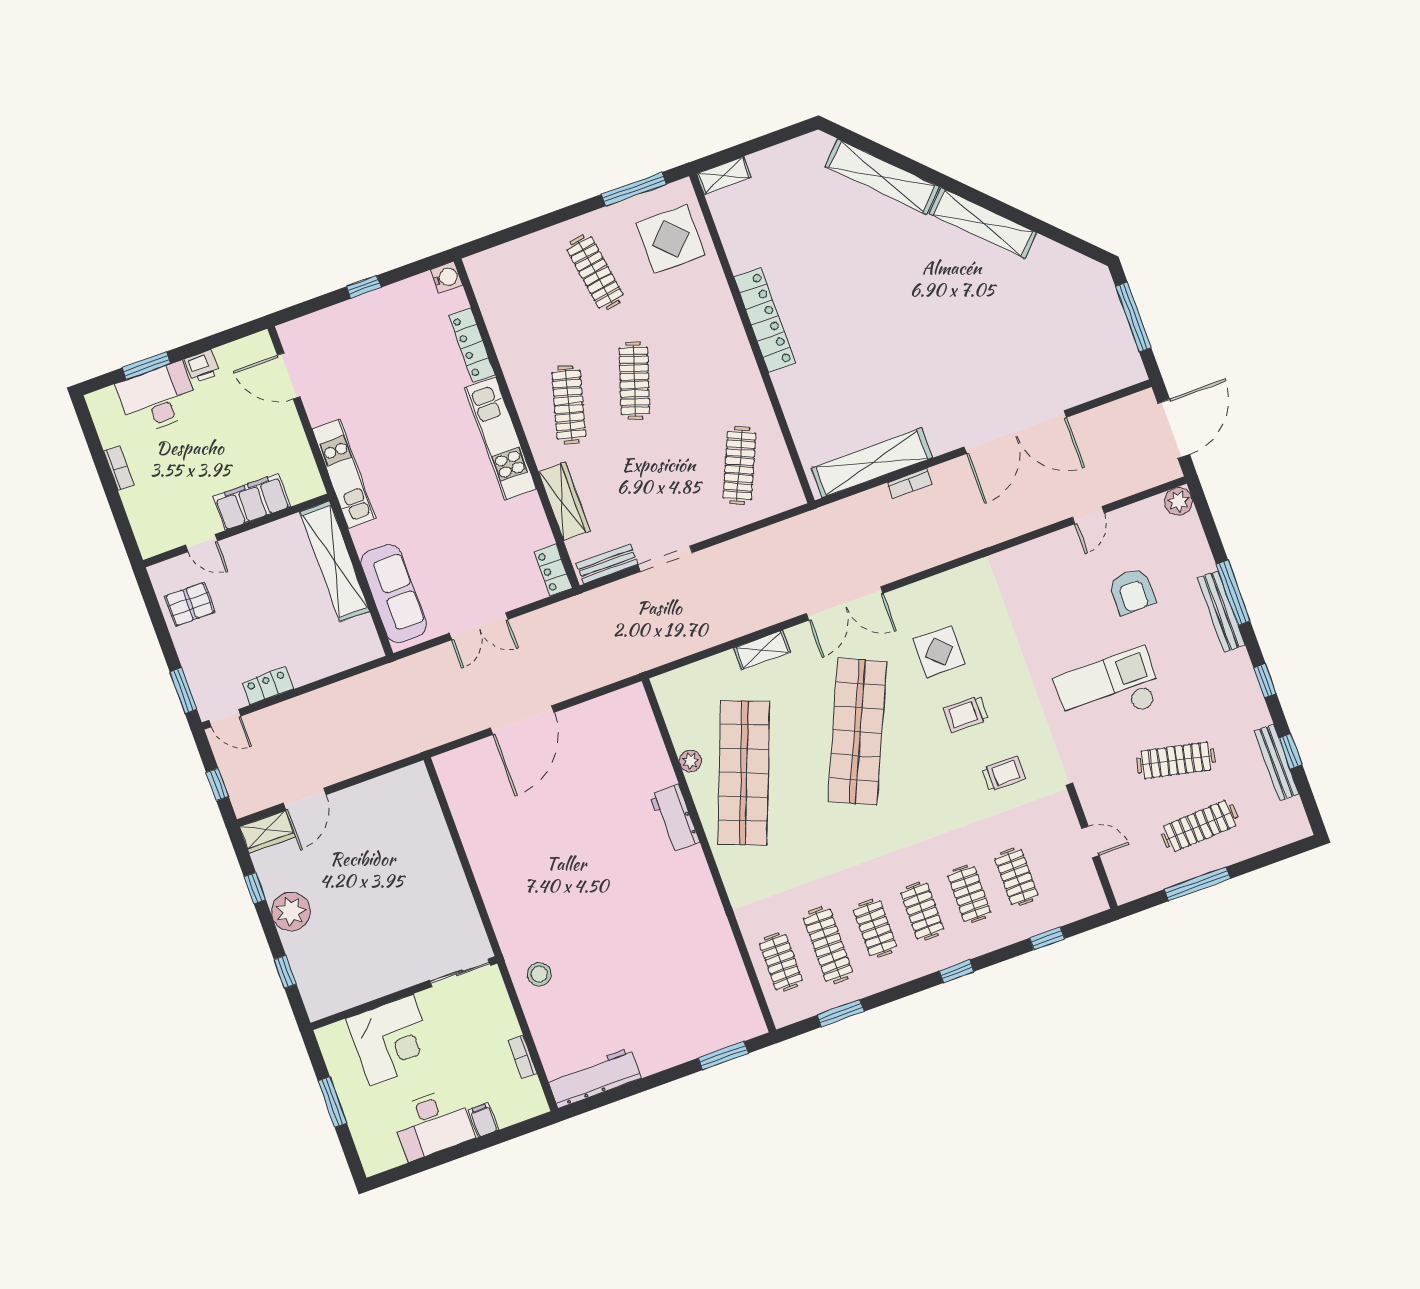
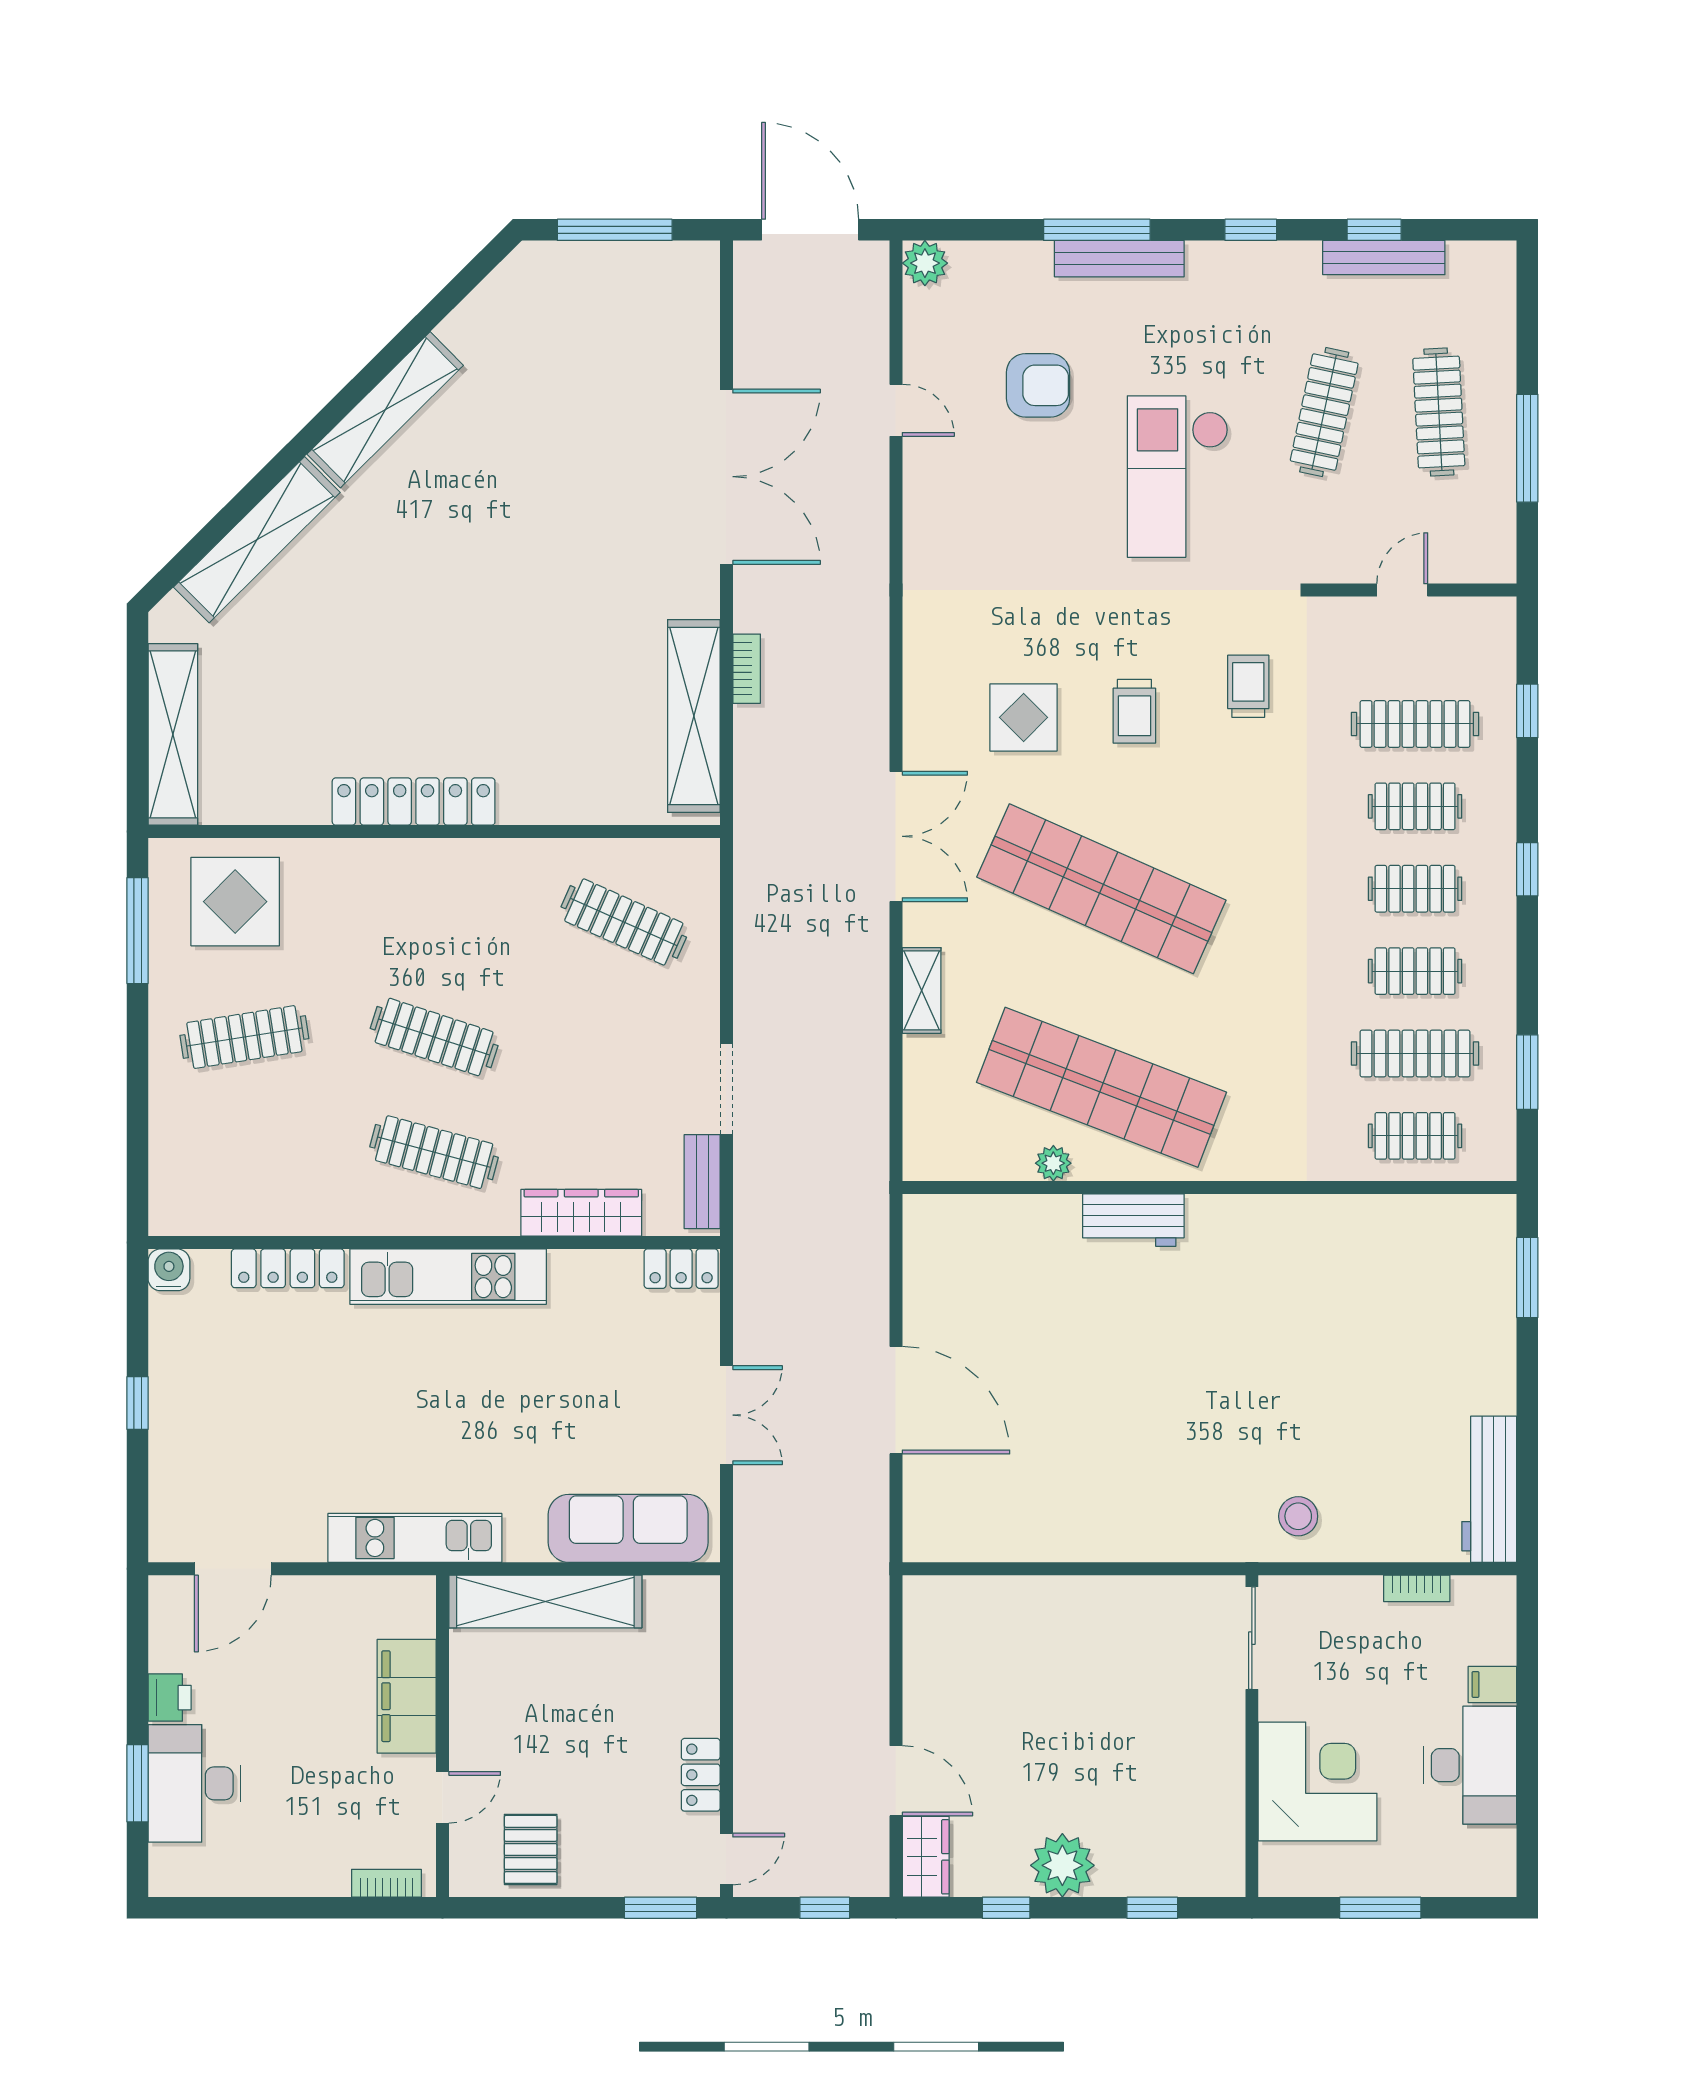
shelving: (724, 176) -> (173, 734), width x2.20, depth x1.33
bookcase: (119, 468) -> (386, 1883), moved
clothes rail: (1016, 877) -> (1415, 724), width x1.36

